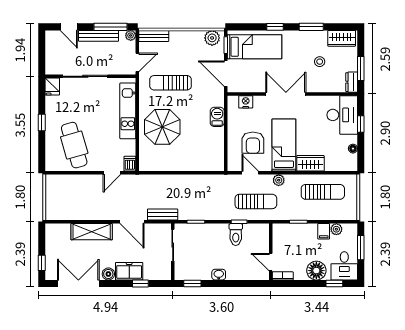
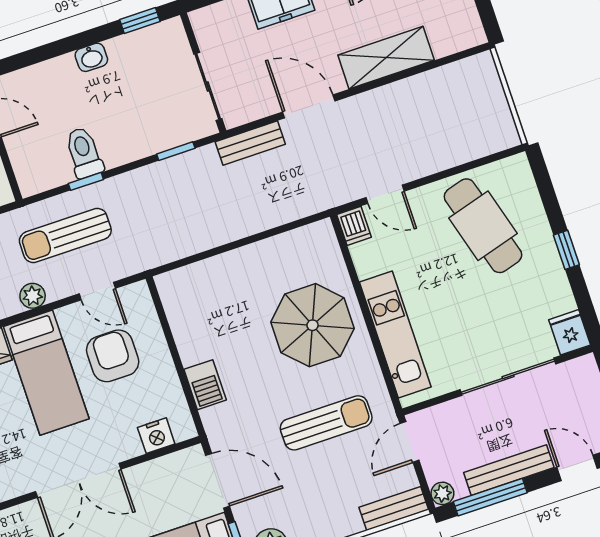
door: (112, 173) -> (385, 194), swing flipped

